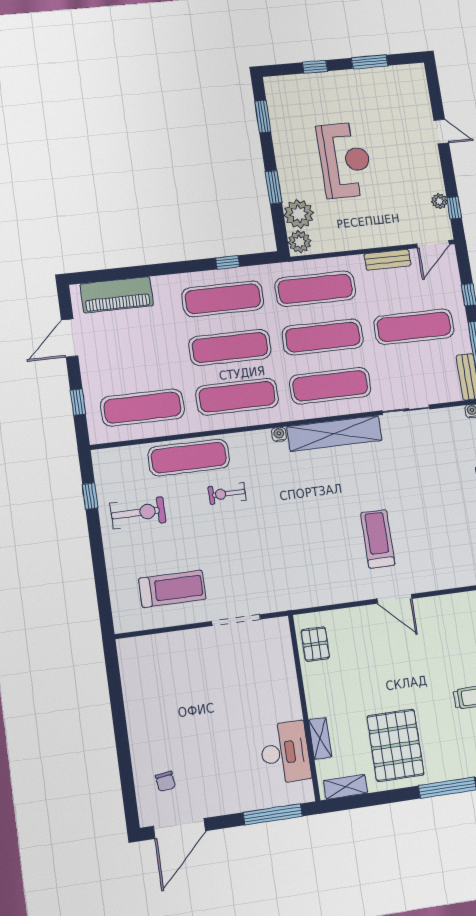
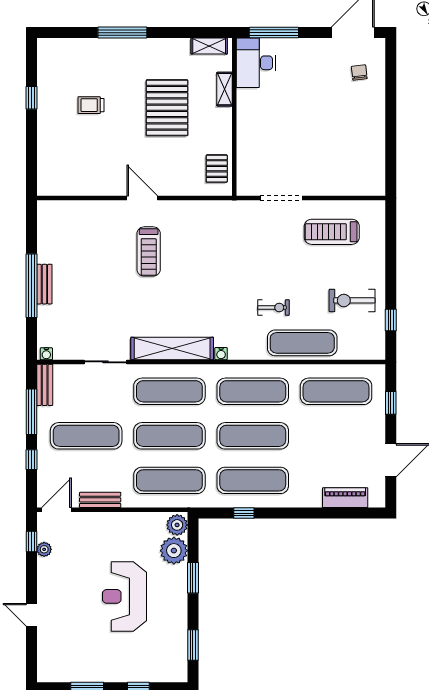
piano: (117, 295) -> (345, 498), width x0.73, depth x0.75
pallet: (395, 745) -> (167, 108), moved
desk: (285, 752) -> (256, 63), moved

